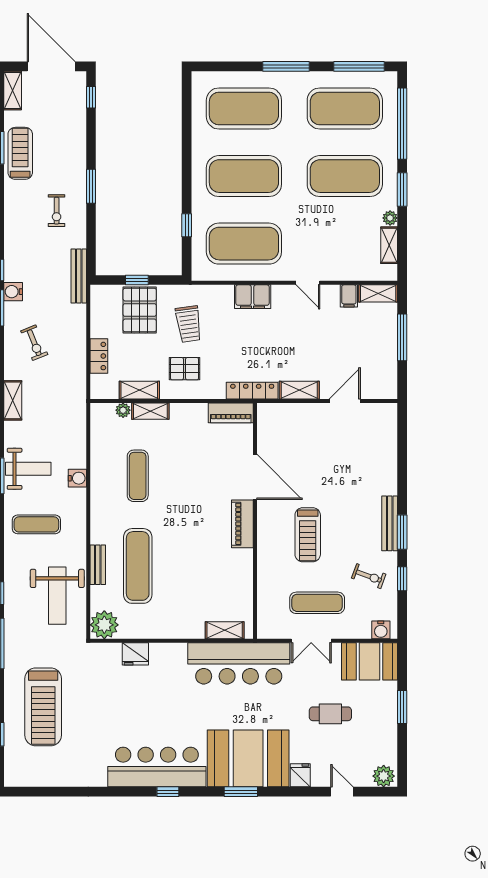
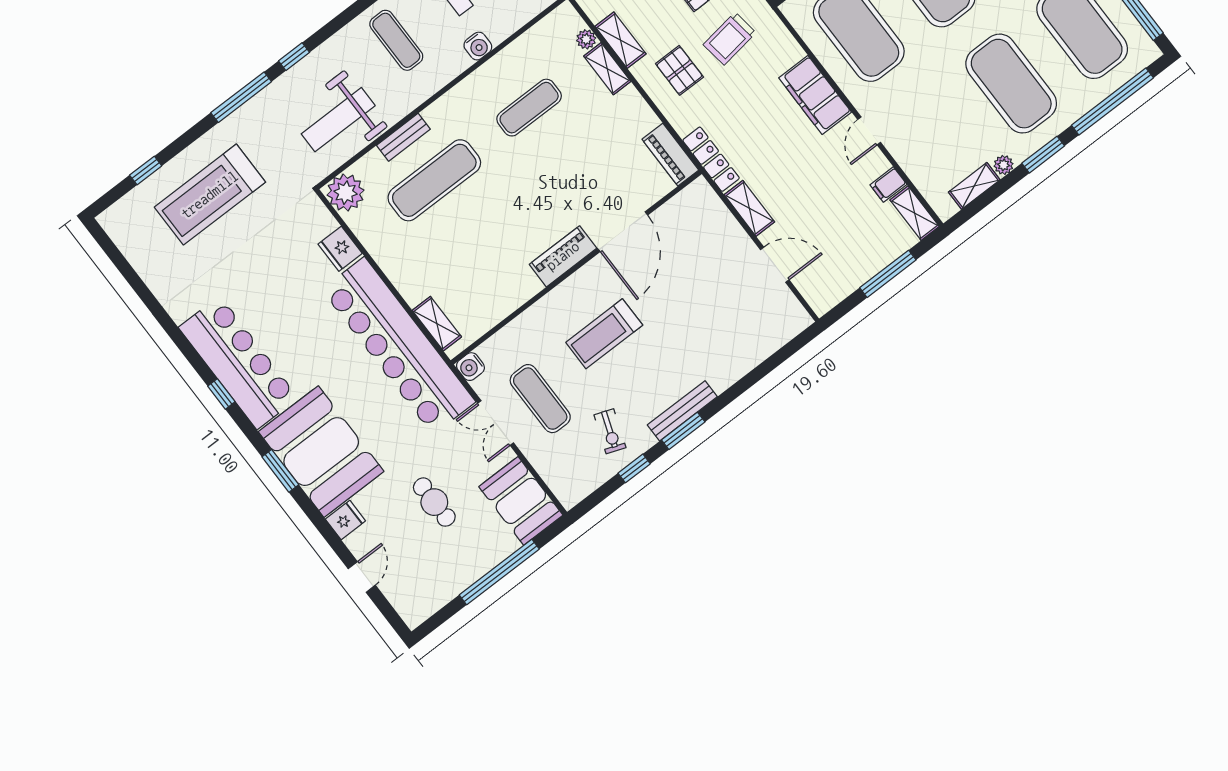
filing cabinet: (253, 297) -> (815, 95), width x1.50, depth x1.17
water cooler: (381, 630) -> (470, 367), moved
bar counter: (239, 663) -> (399, 346), width x1.36
window: (402, 707) -> (499, 572), width x2.11
plant: (384, 776) -> (412, 608), removed

